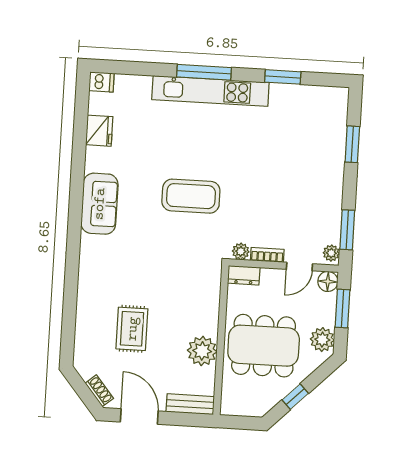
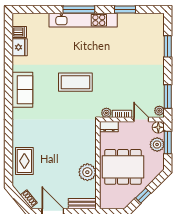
dishwasher: (101, 82) -> (19, 32), moved
door: (299, 267) -> (141, 120), swing flipped
rug: (132, 329) -> (24, 161), moved
plant: (322, 340) -> (157, 144), moved

